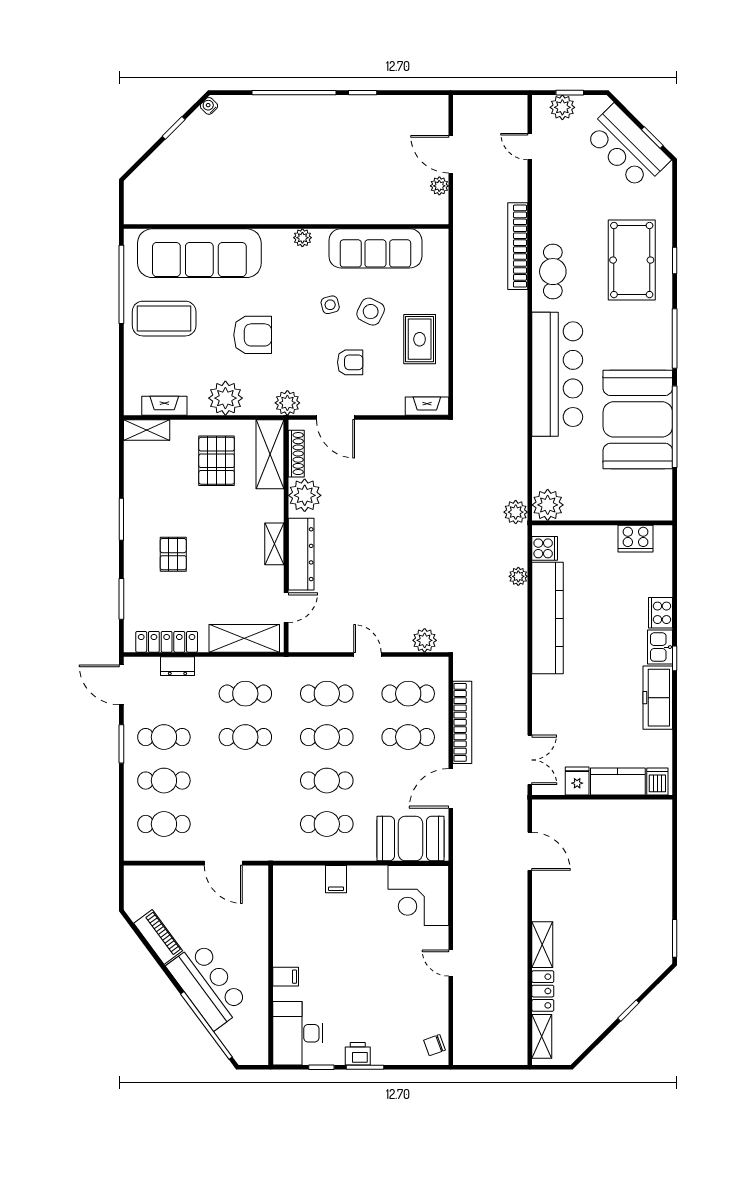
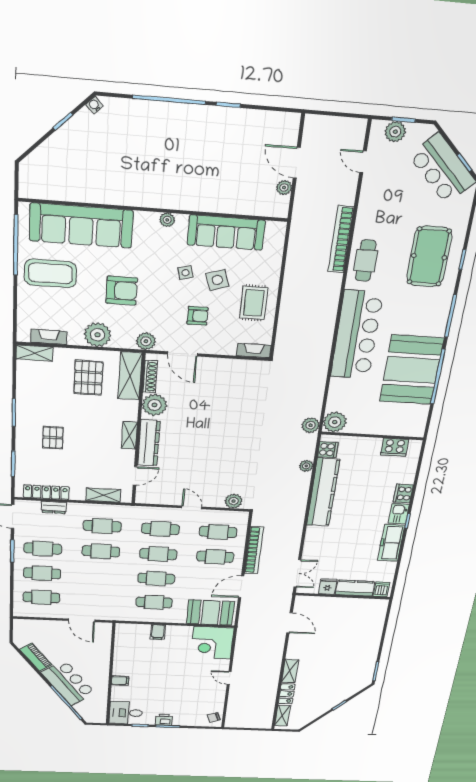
side table: (371, 312) -> (217, 280), turned 45
shelving: (244, 638) -> (103, 495), width x0.67, depth x0.75
desk: (298, 1033) -> (126, 713), width x0.73

